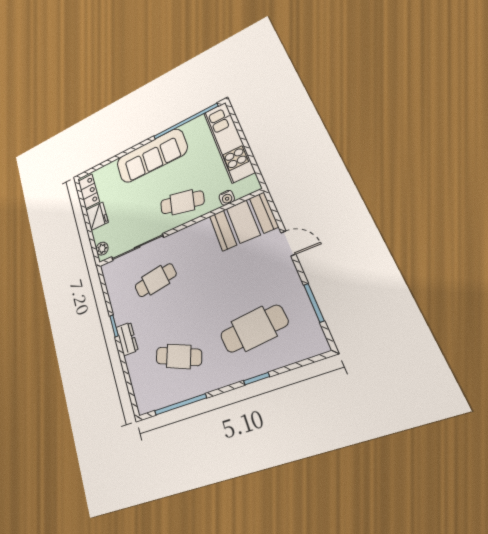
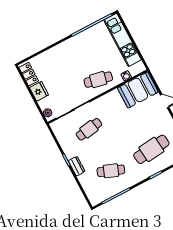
sofa: (151, 156) -> (72, 49), removed

